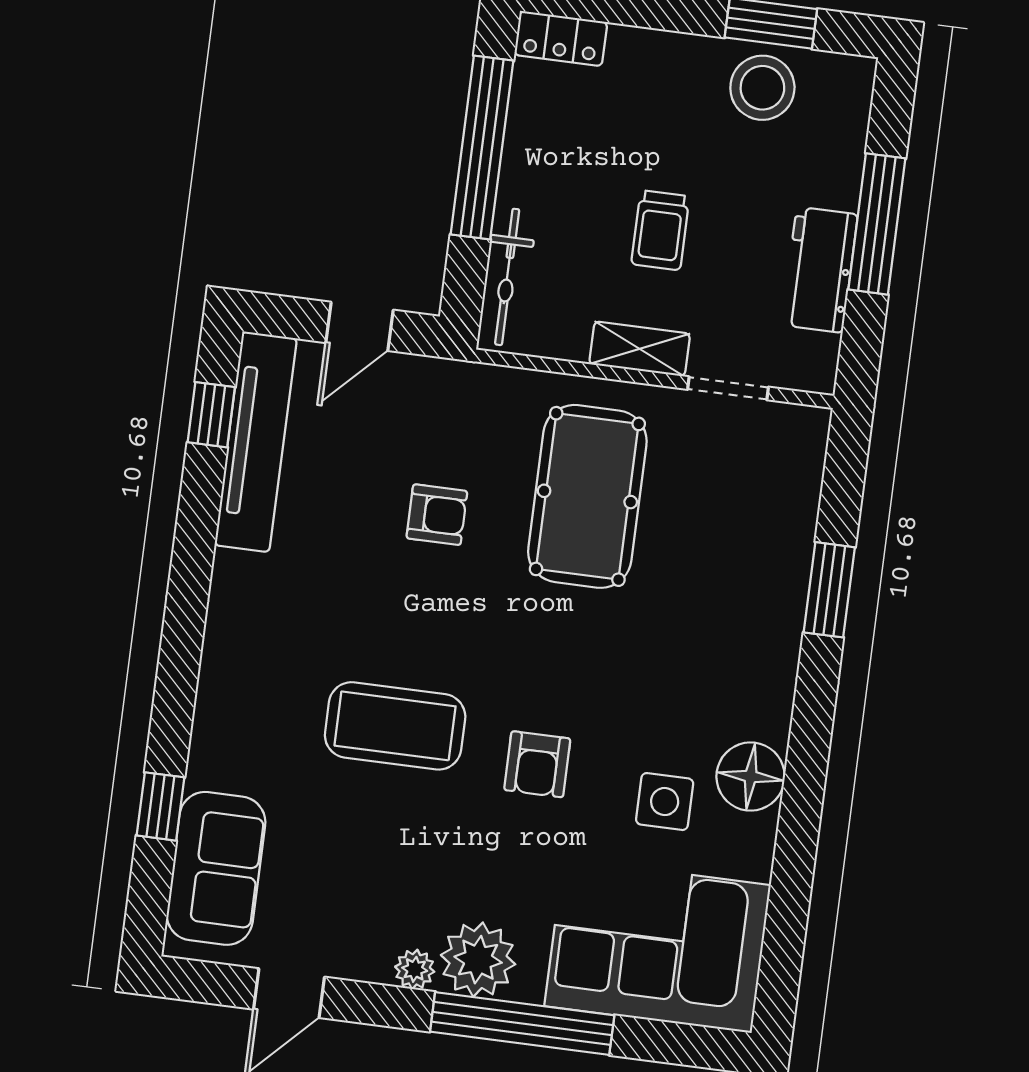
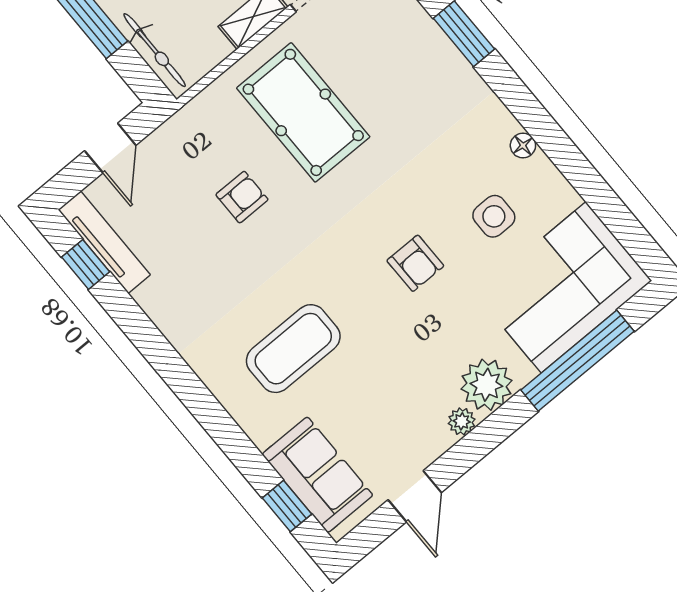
tv unit: (256, 442) -> (104, 242), width x0.73, depth x0.78
coffee table: (395, 726) -> (293, 349), moved
floor lamp: (751, 777) -> (523, 145), width x0.53, depth x0.53
window: (160, 806) -> (287, 506), moved
window: (522, 1023) -> (578, 361), moved

